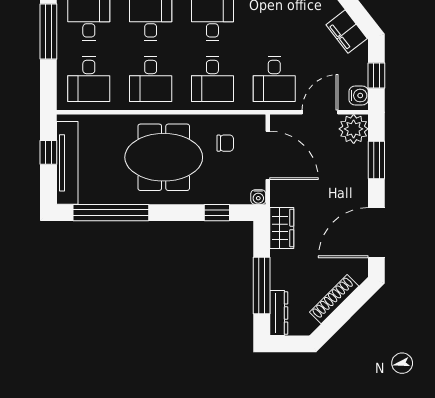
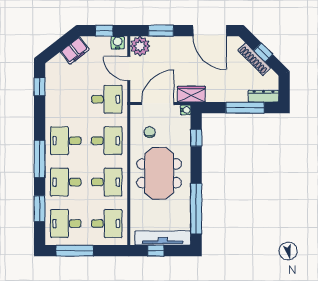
wardrobe: (282, 228) -> (191, 94), moved
window: (344, 313) -> (263, 53), added

